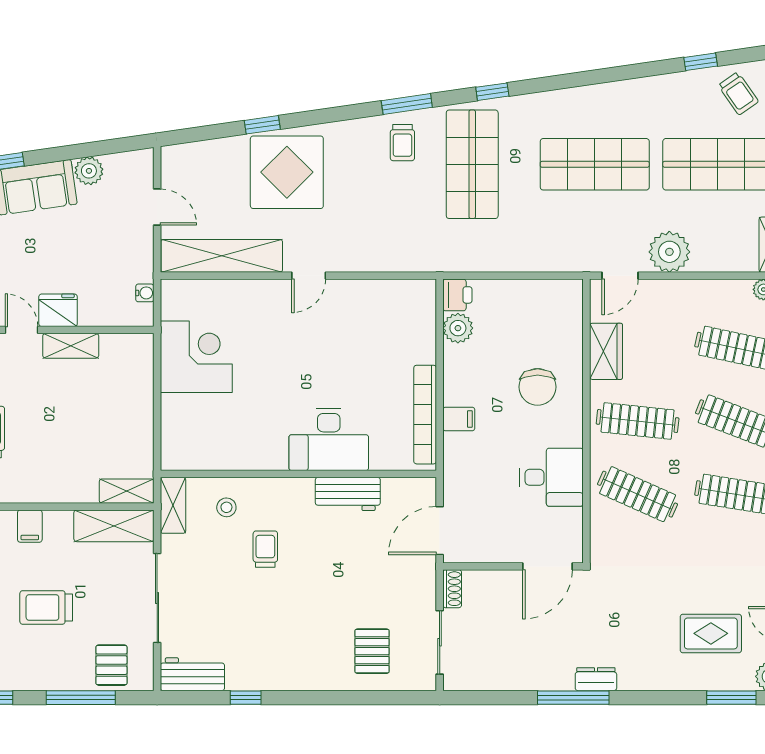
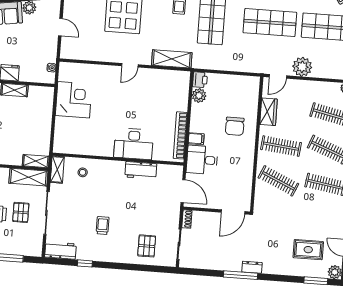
shelving: (222, 256) -> (172, 59), moved, width x0.68
desk: (552, 477) -> (202, 160), moved, turned 180
door: (440, 531) -> (183, 191), swing flipped
trolley: (265, 549) -> (103, 225), moved
pallet: (111, 665) -> (21, 212), moved

